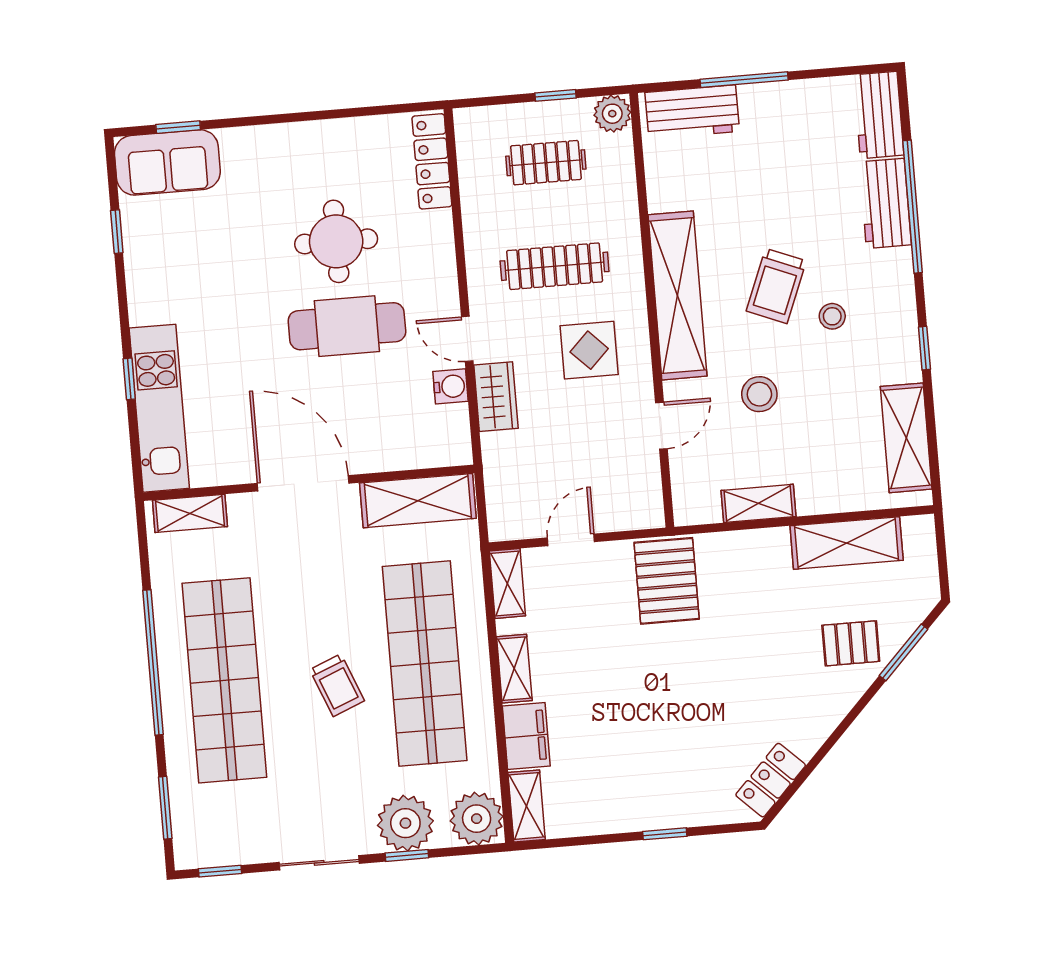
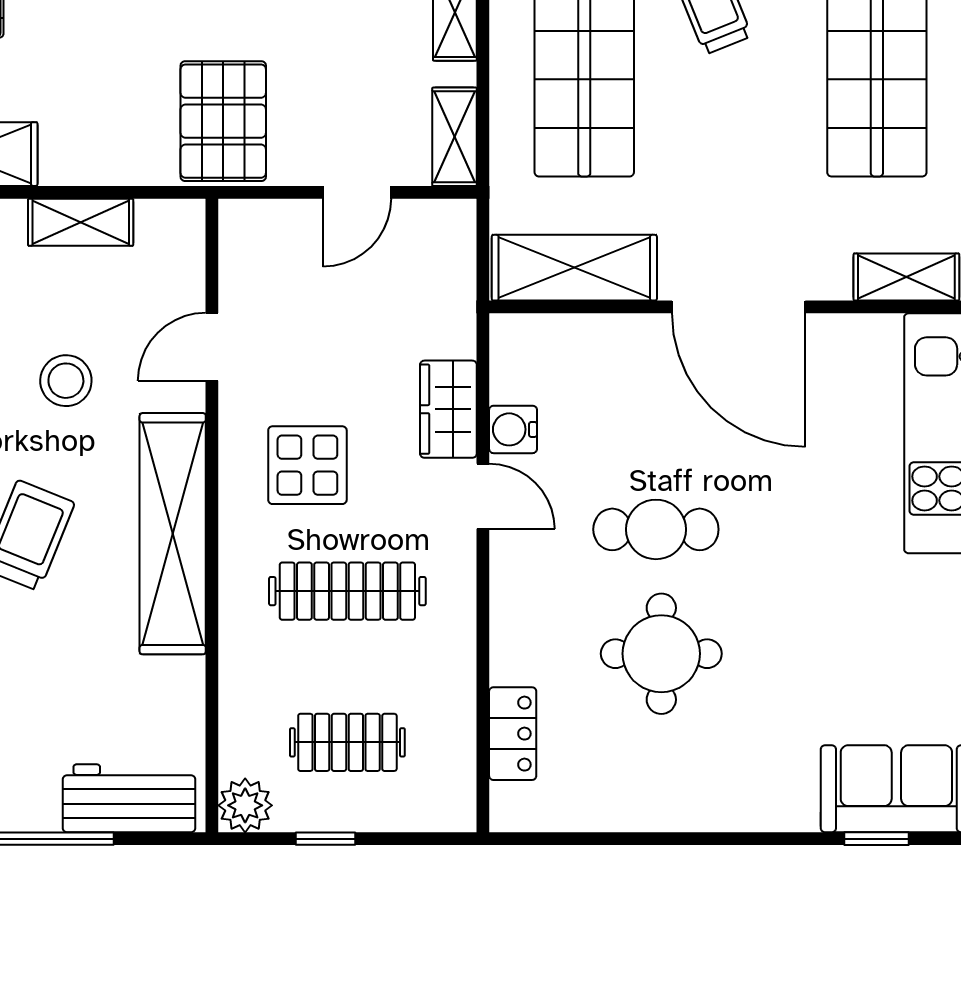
locker: (432, 161) -> (513, 734), width x0.66
cafe table: (347, 326) -> (656, 529), width x0.73, depth x0.74

